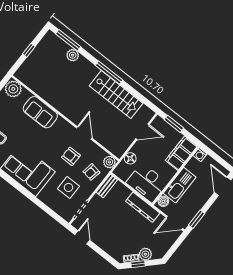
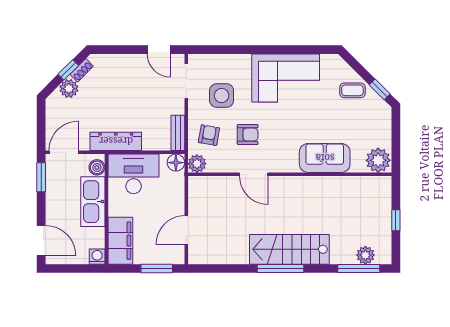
plant: (73, 55) -> (365, 255), moved
stairs: (116, 95) -> (289, 249), moved
floor lamp: (130, 158) -> (176, 163), moved

